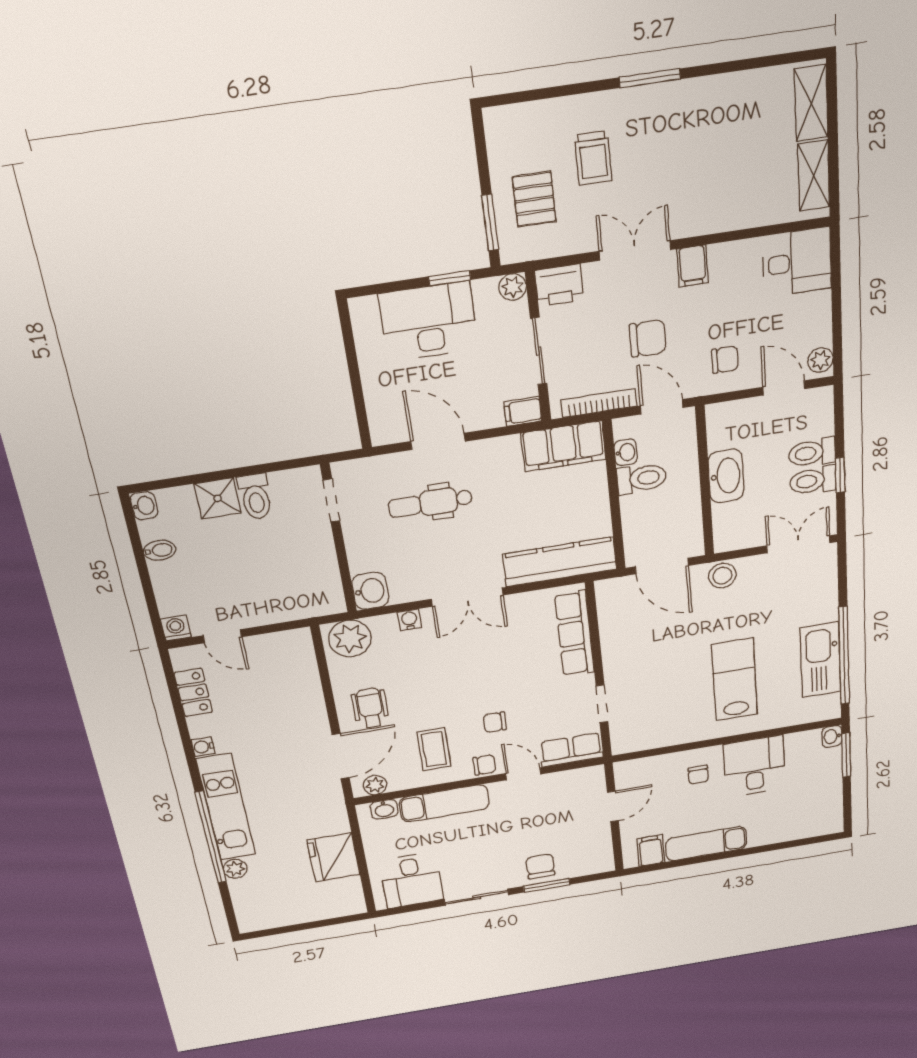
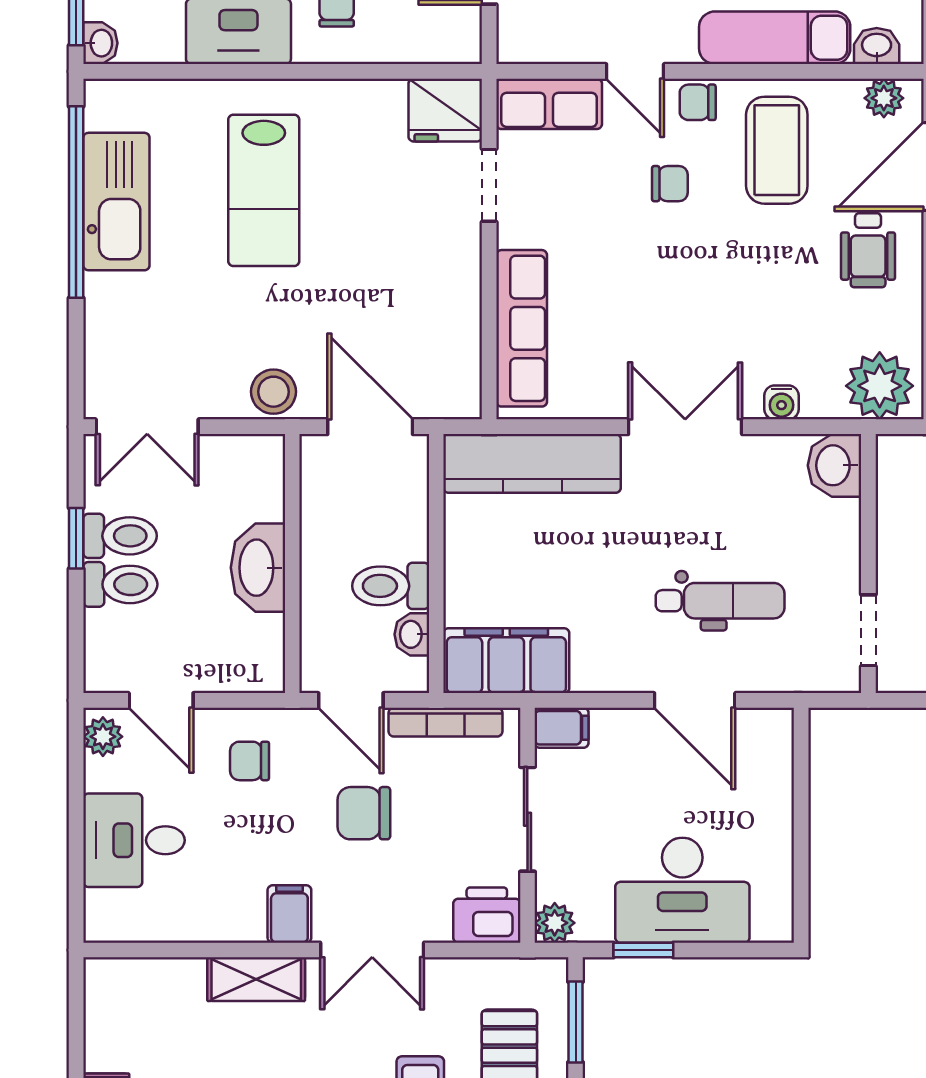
shelving: (814, 176) -> (256, 979), moved, turned 90
desk: (797, 262) -> (134, 840), moved
fridge: (631, 737) -> (445, 110), added
coffee table: (434, 749) -> (777, 150), width x1.36, depth x1.30

